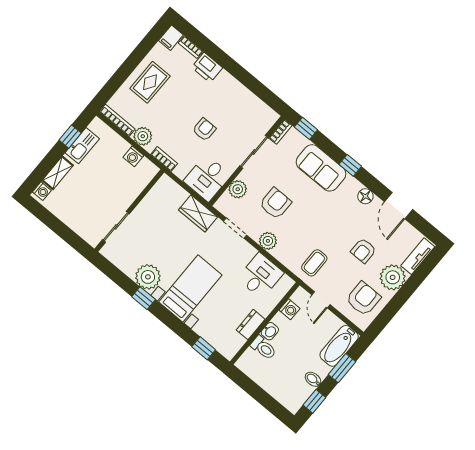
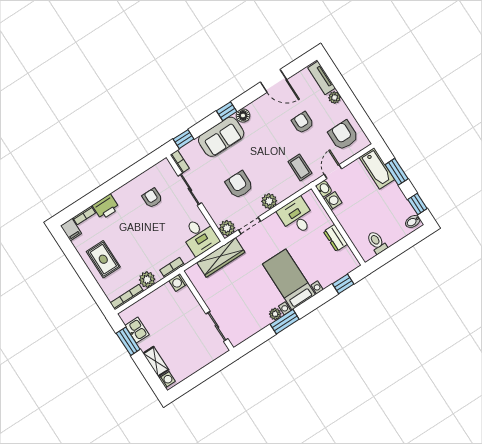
armchair: (204, 129) -> (152, 198), moved
window: (70, 137) -> (128, 341), width x1.50
kitchen sink: (82, 146) -> (137, 330), width x0.73
washing machine: (133, 156) -> (178, 282), moved, turned 90
plant: (238, 189) -> (227, 228), moved
floor lamp: (365, 196) -> (243, 116), moved
wardrobe: (198, 213) -> (221, 257), width x1.50
armchair: (363, 251) -> (303, 123), turned 180
plant: (148, 277) -> (275, 314), width x0.53, depth x0.53
plant: (393, 277) -> (335, 98), width x0.53, depth x0.53
window: (144, 298) -> (285, 322), width x1.50
door: (321, 300) -> (333, 172), swing flipped
washbasin: (270, 331) -> (324, 189), moved
toilet: (263, 348) -> (377, 242), moved, turned -90
bidet: (313, 379) -> (413, 221), moved

